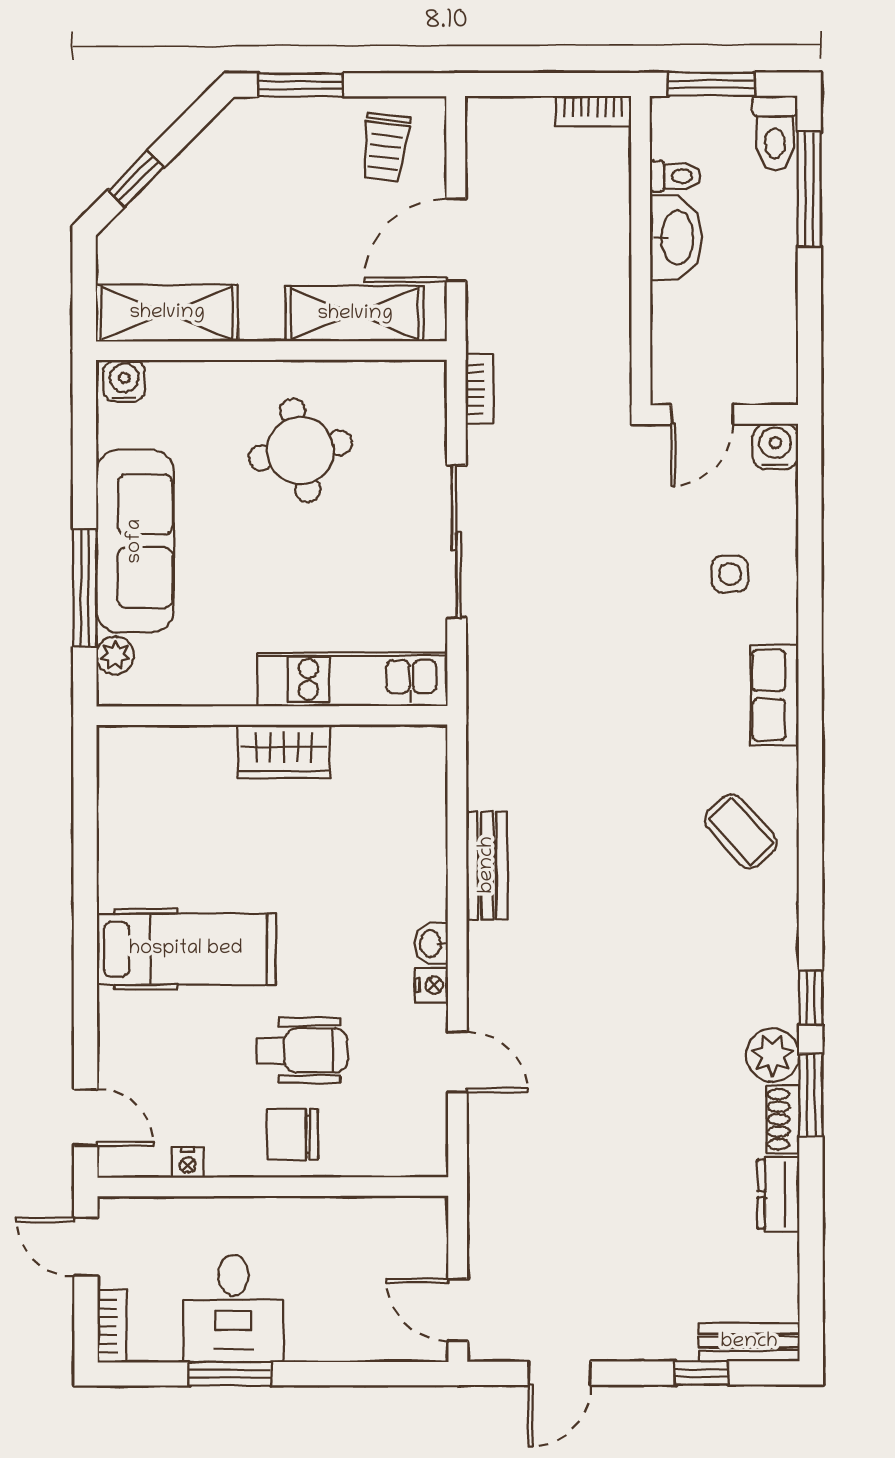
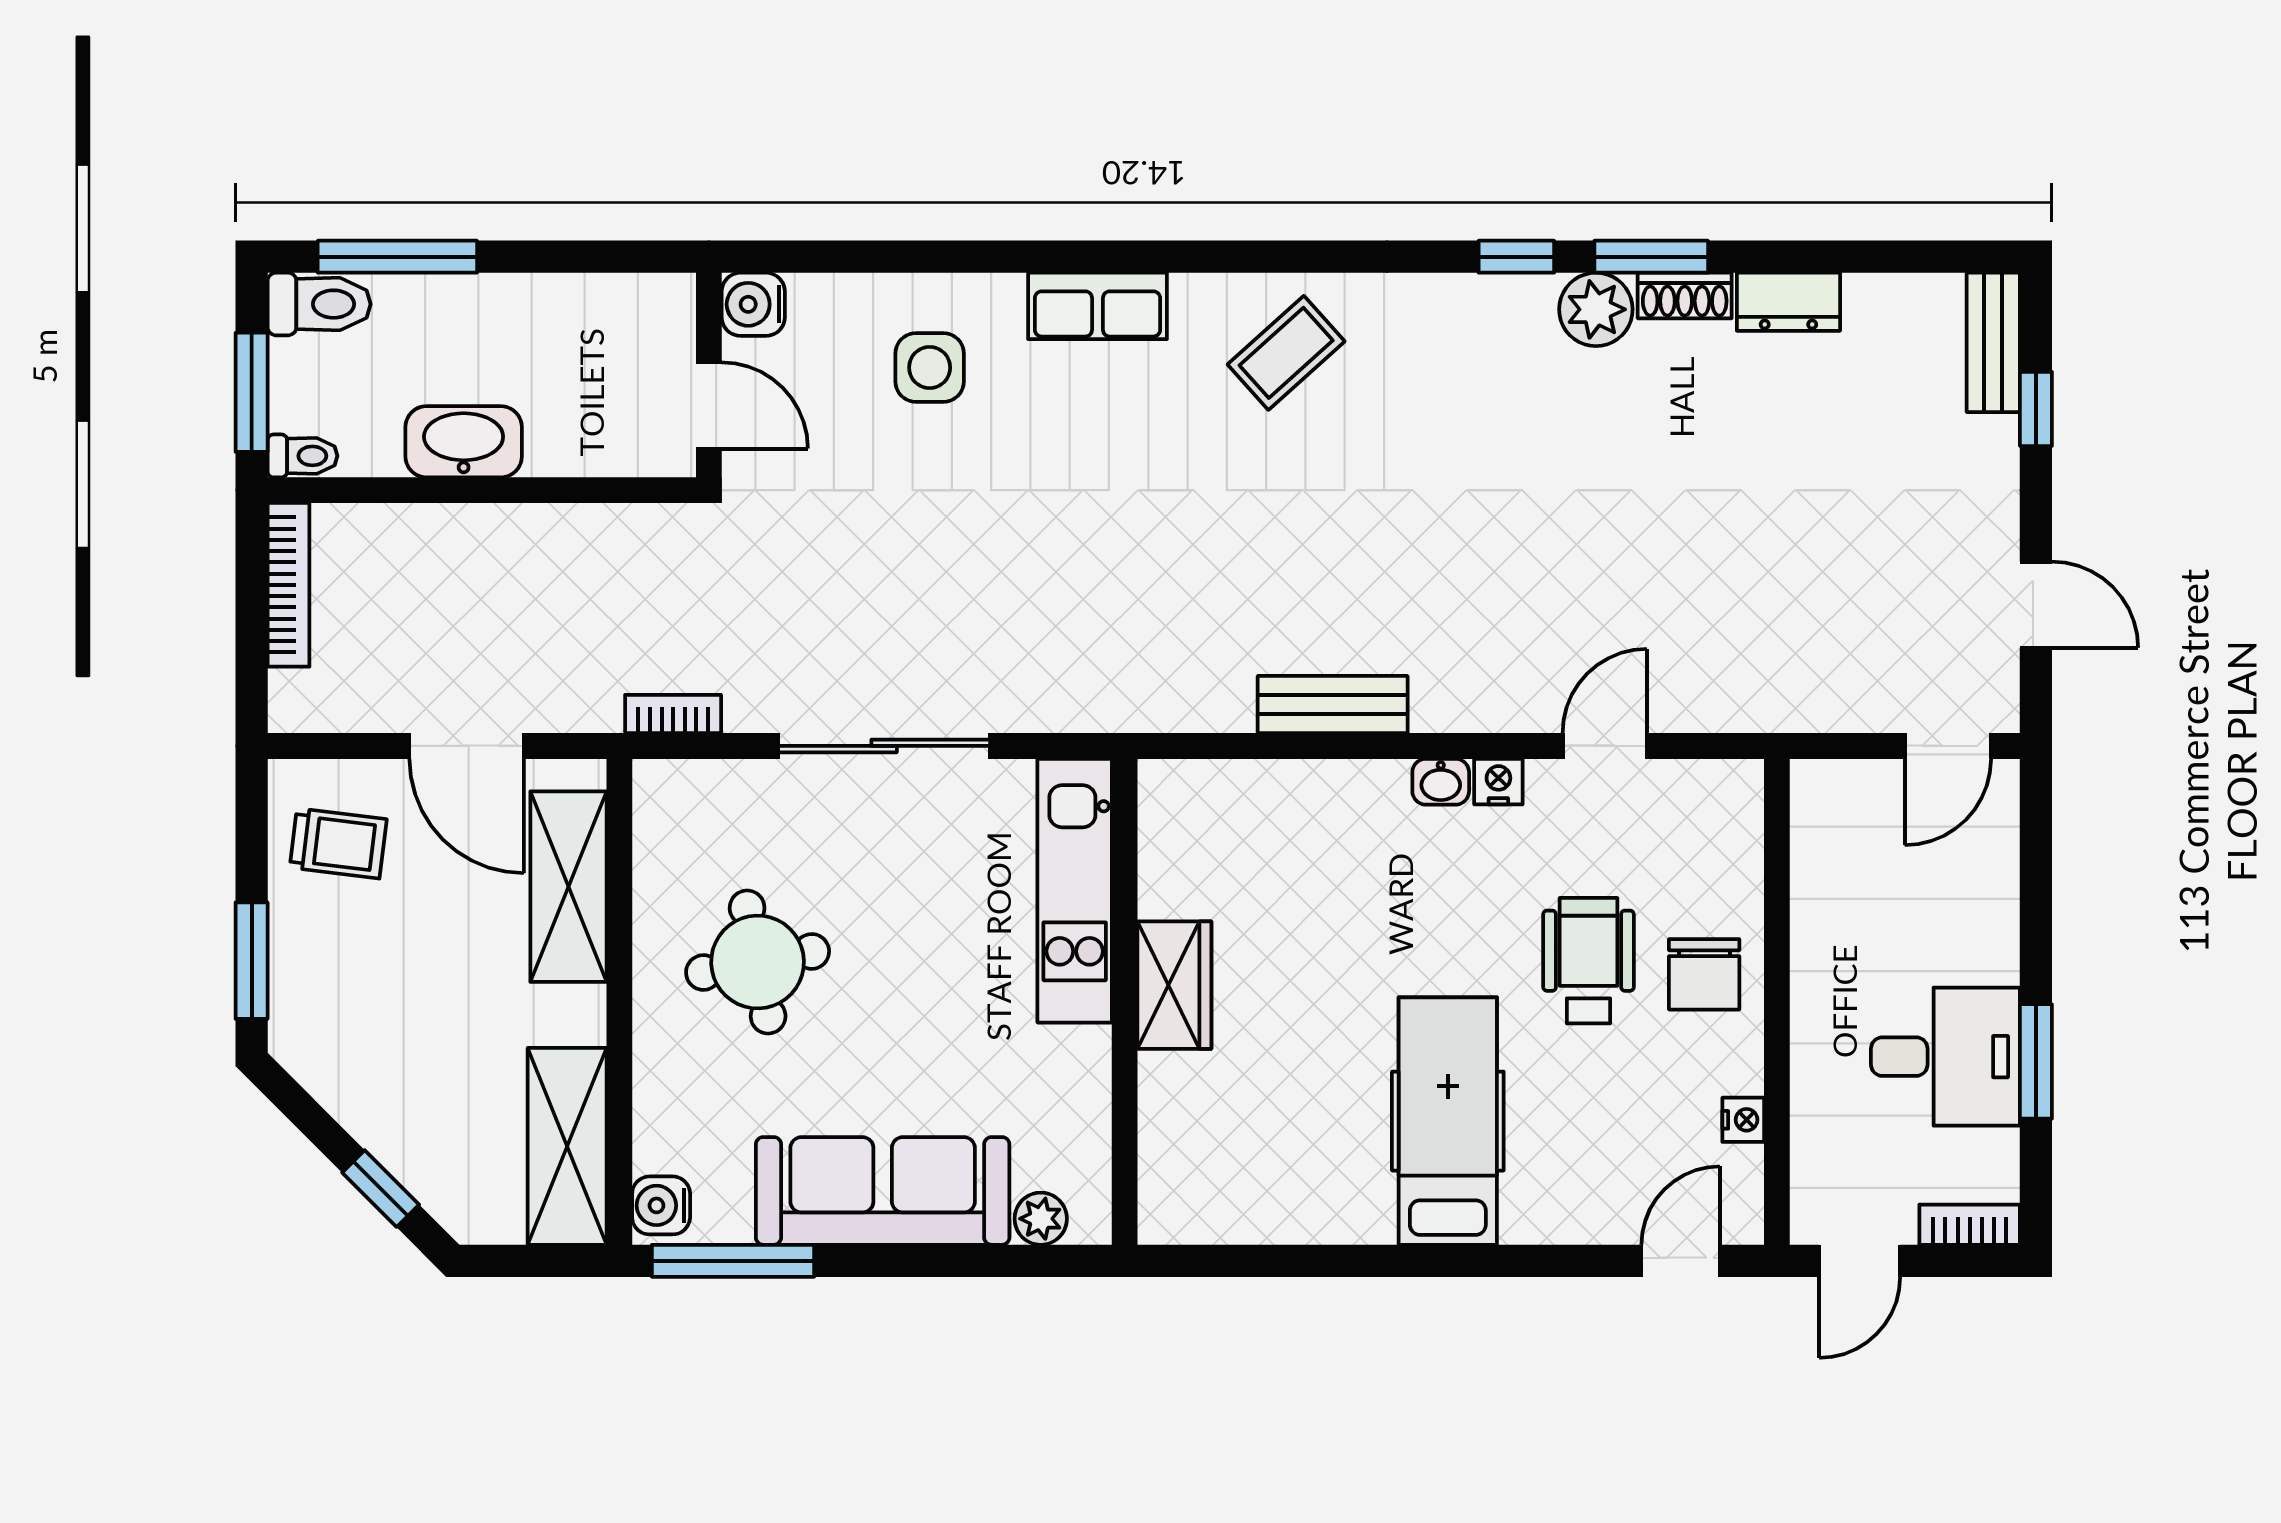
bookcase: (593, 111) -> (289, 585), width x1.56
toilet: (675, 176) -> (303, 456), moved, turned 90
side table: (730, 574) -> (930, 368), width x1.37, depth x1.37
window: (85, 588) -> (733, 1261), moved

